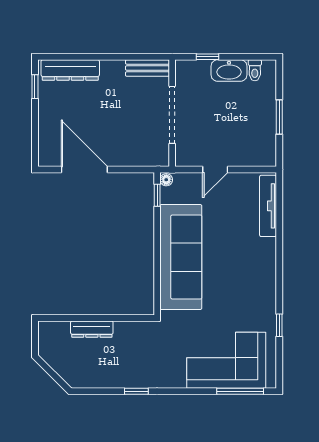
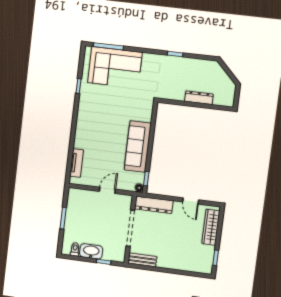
dresser: (70, 70) -> (154, 205), moved, turned 180
wardrobe: (48, 133) -> (211, 227), added
door: (84, 170) -> (191, 201), width x0.53
tv unit: (268, 206) -> (77, 163), width x0.71
sofa: (181, 257) -> (138, 147), width x0.74, depth x0.79

